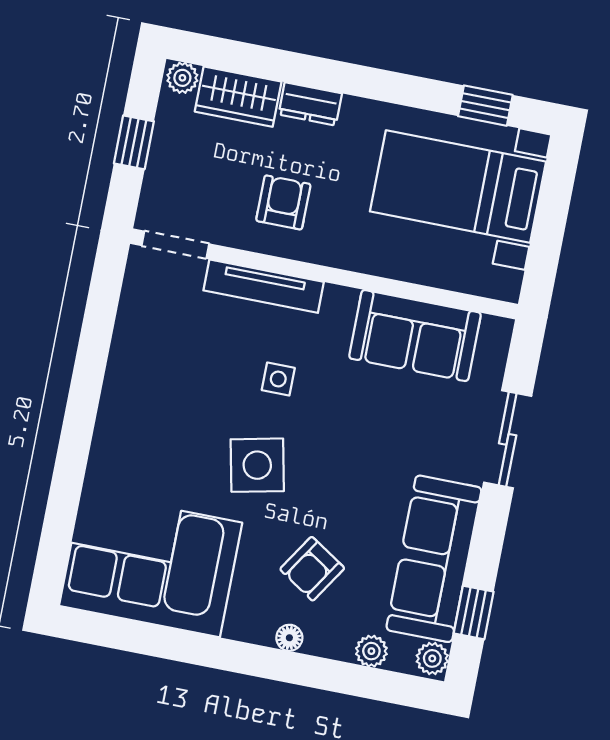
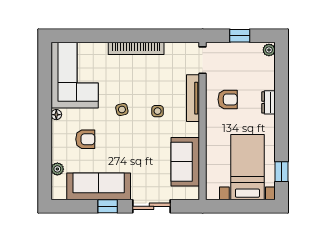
wardrobe: (238, 97) -> (266, 73), removed
bookcase: (115, 401) -> (136, 48), added
side table: (257, 465) -> (122, 110), width x0.54, depth x0.54
armchair: (312, 569) -> (85, 139), turned 147
window: (474, 613) -> (108, 206), moved
floor lamp: (289, 638) -> (56, 115), moved
plant: (432, 658) -> (59, 194), removed

